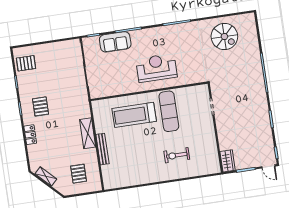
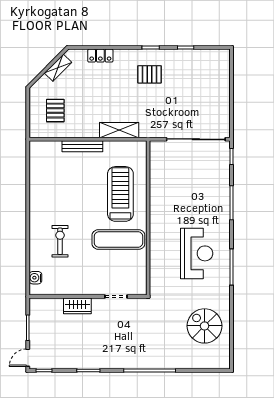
spiral stairs: (224, 37) -> (204, 326), turned 90
sofa: (115, 42) -> (219, 183), removed
pallet: (26, 63) -> (208, 64), removed
reception desk: (156, 68) -> (197, 253), moved
shelving: (88, 133) -> (119, 130), moved
locker: (30, 135) -> (100, 56), moved
wardrobe: (228, 161) -> (77, 306), moved
water cooler: (207, 170) -> (35, 278), added
pallet: (79, 174) -> (55, 111), turned 90

